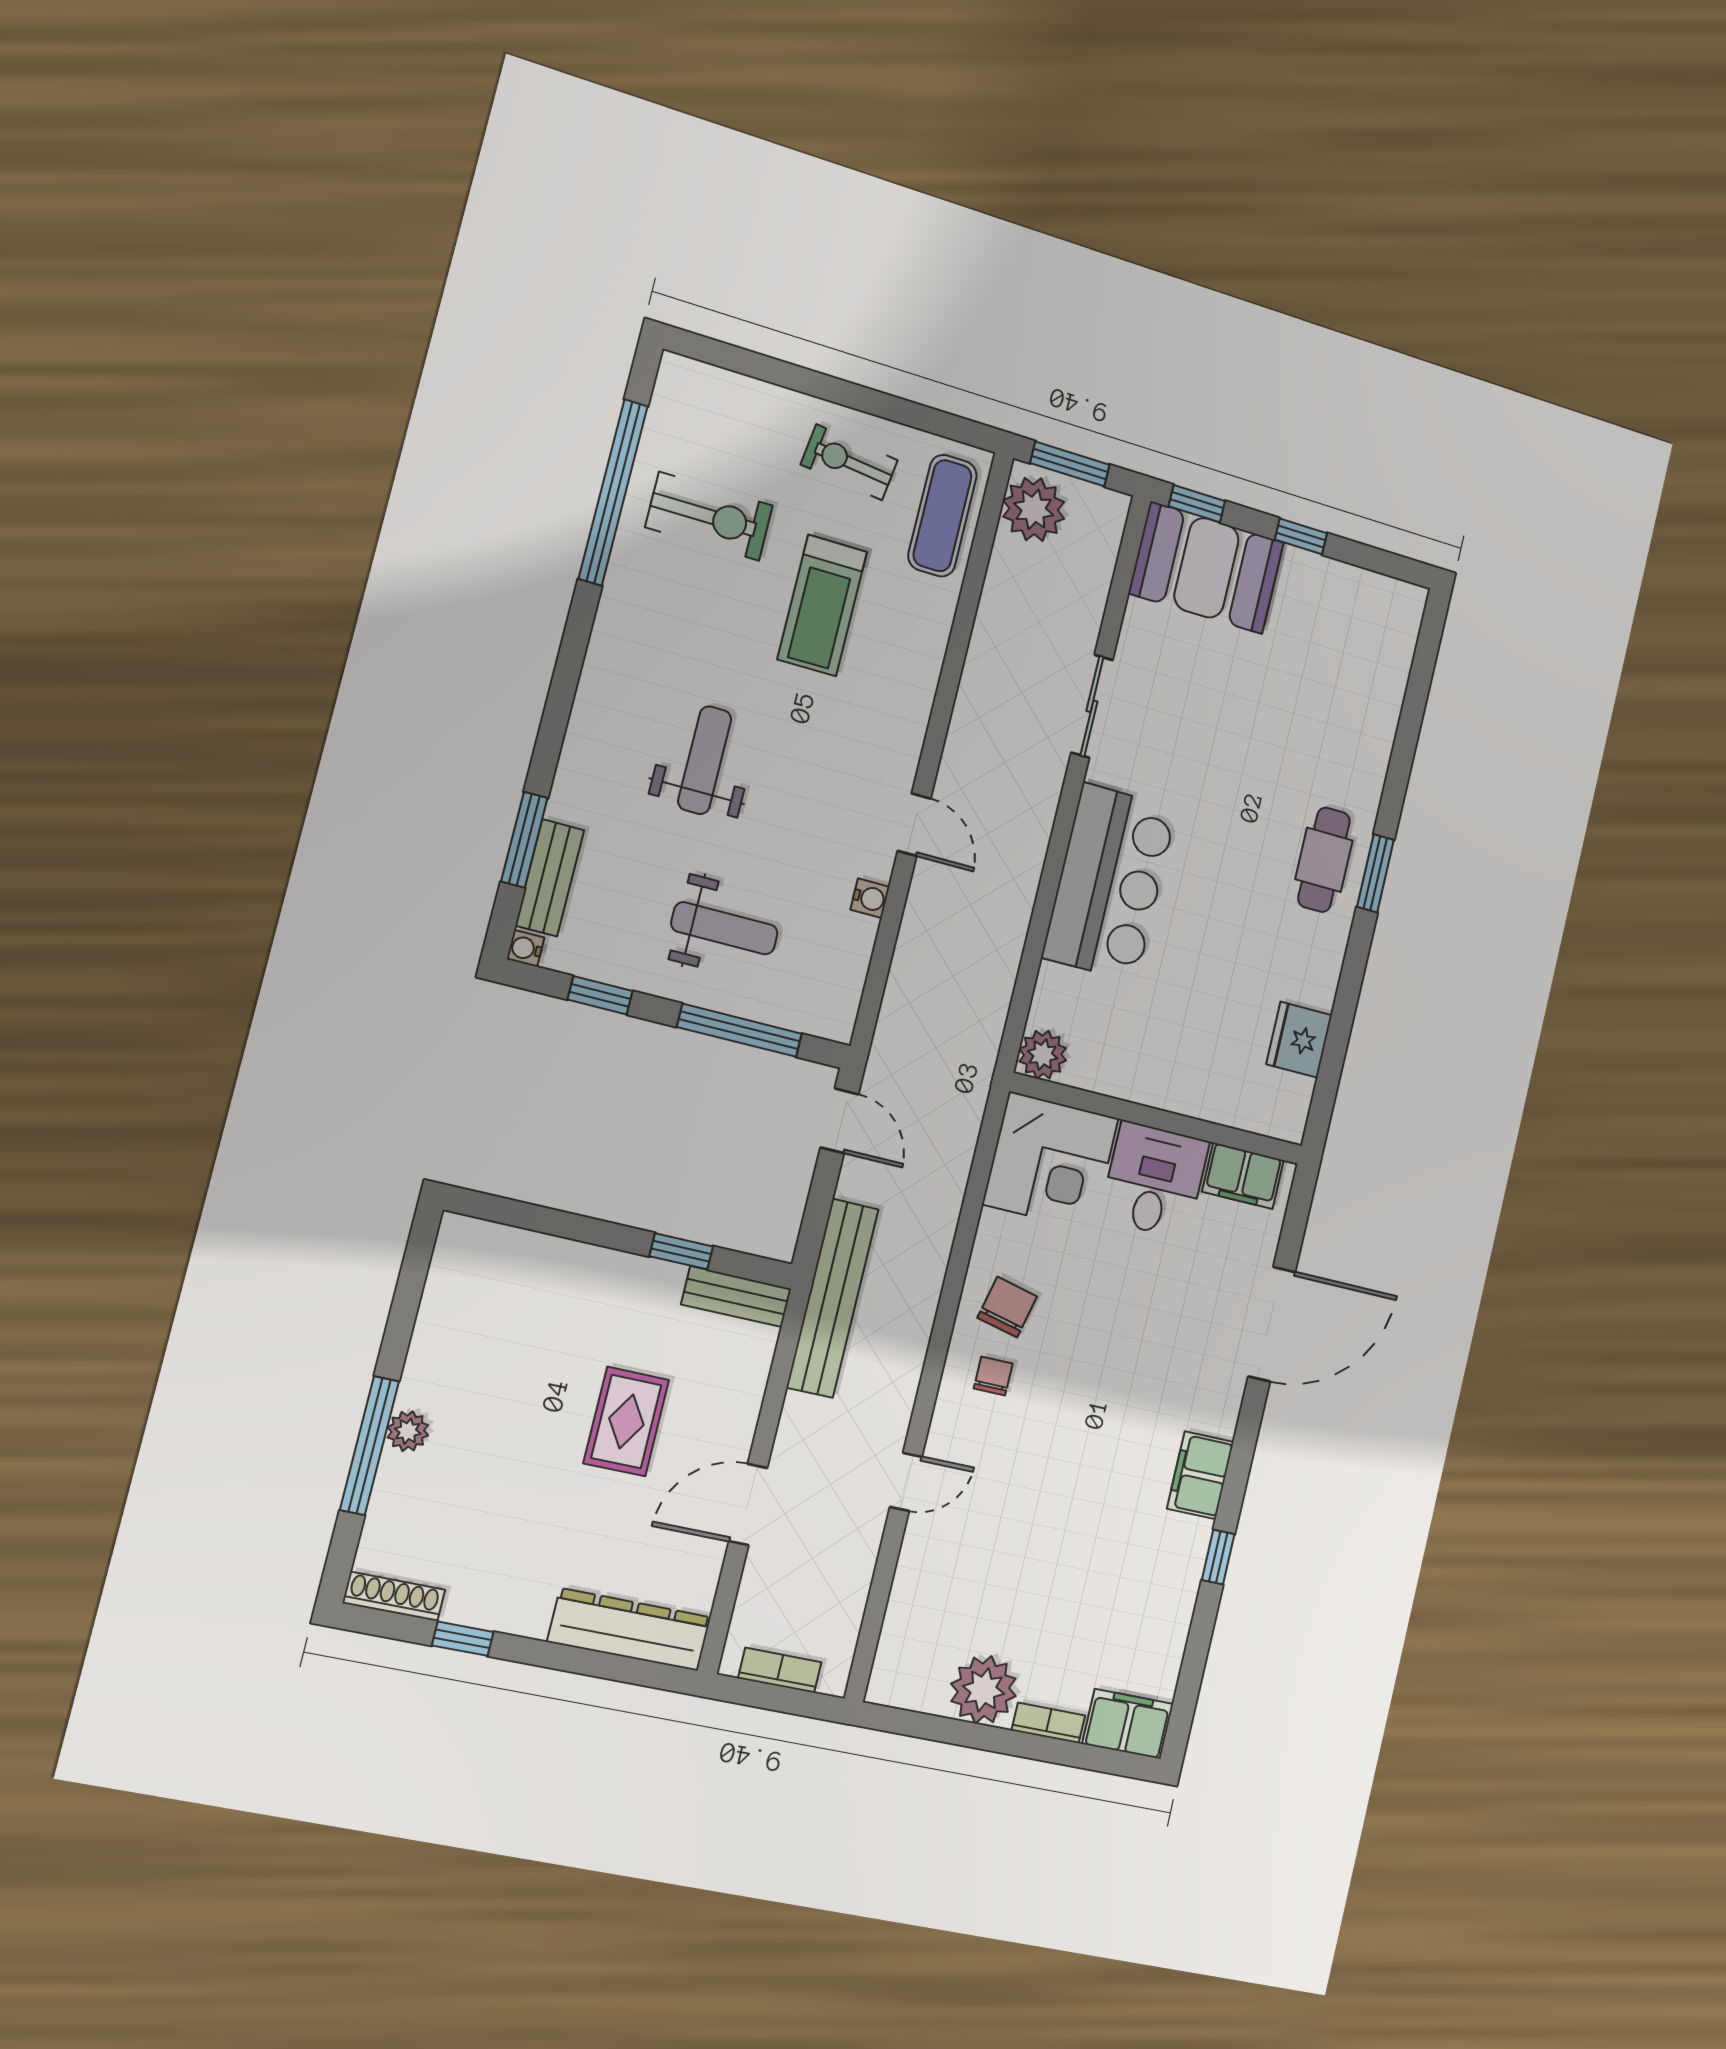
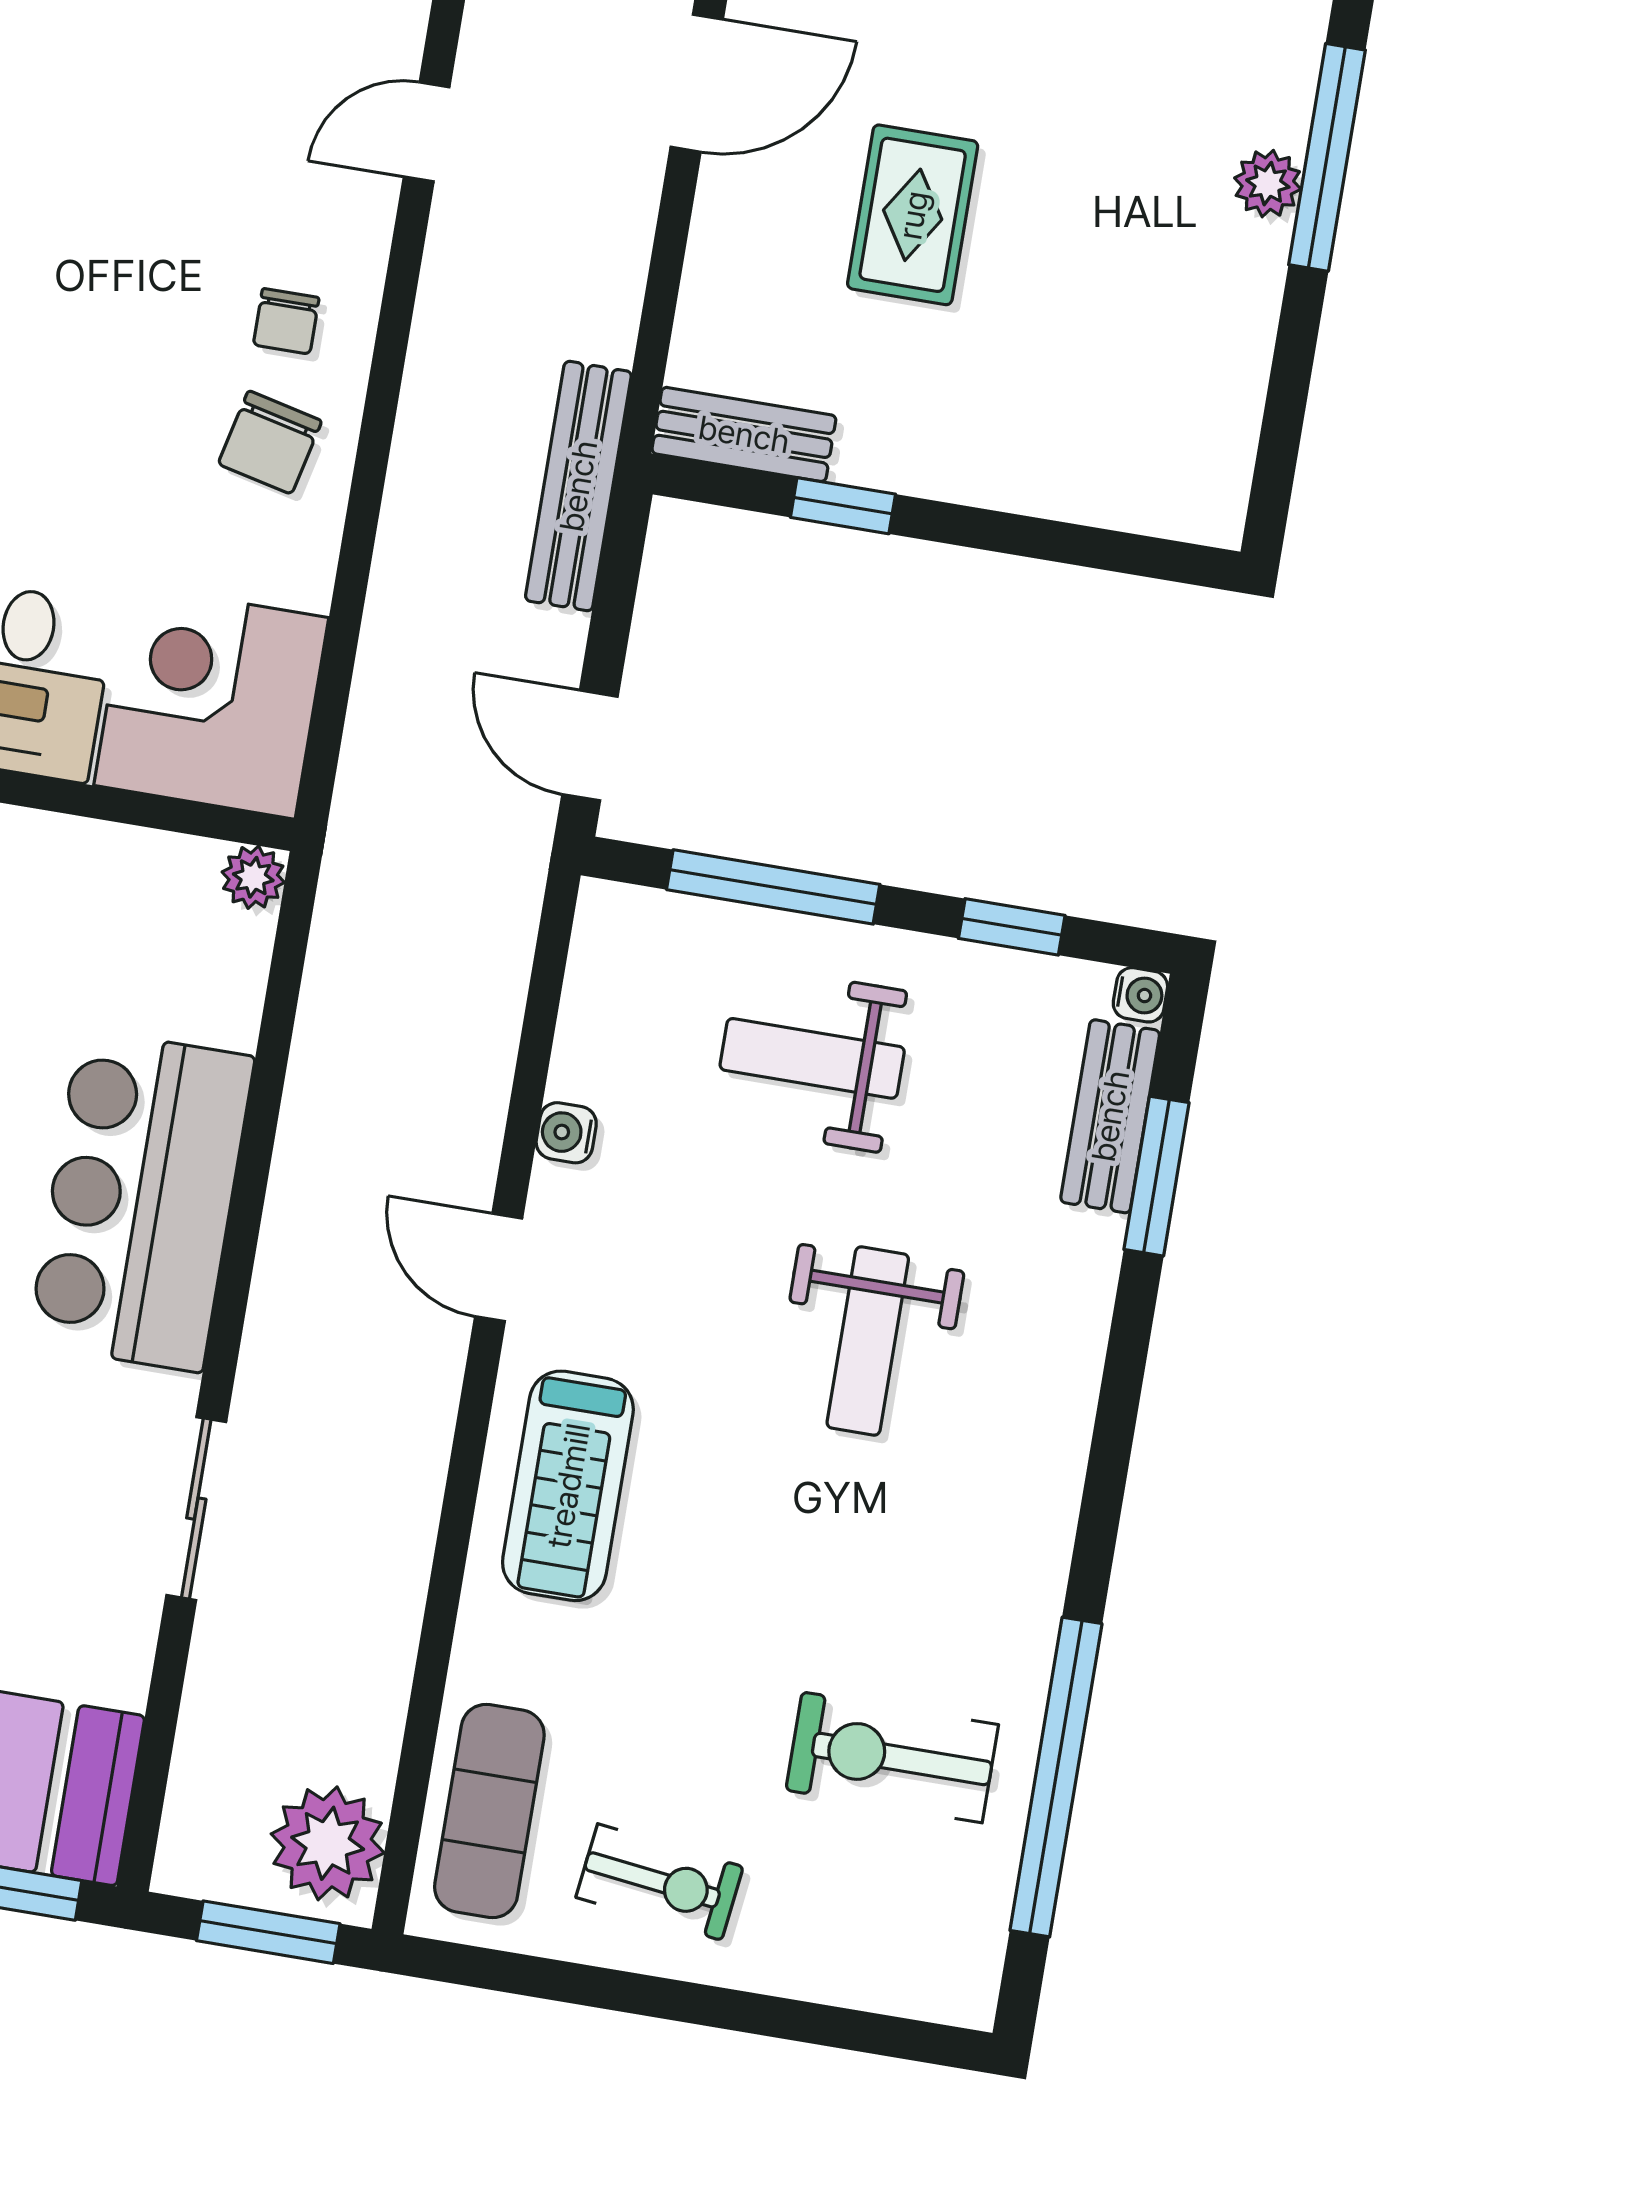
treadmill: (822, 605) -> (568, 1486), moved, turned 180
plant: (1043, 1055) -> (253, 877), width x0.73, depth x0.73
bench: (833, 1298) -> (578, 486), width x0.73, depth x0.82

